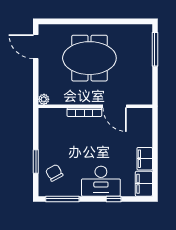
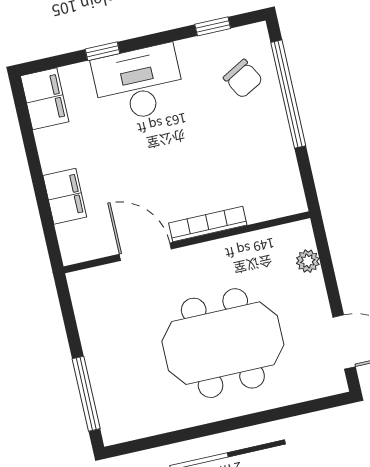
plant: (44, 99) -> (308, 261), moved
filing cabinet: (145, 159) -> (65, 196), moved
window: (36, 162) -> (288, 94), width x2.11
window: (62, 199) -> (213, 26), width x0.46

